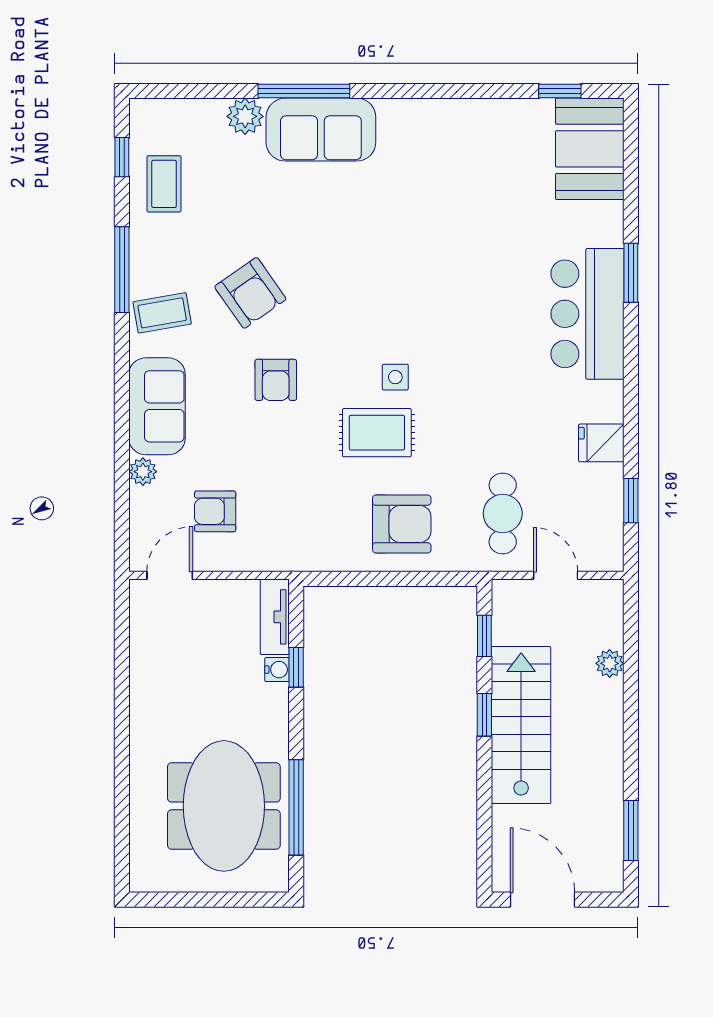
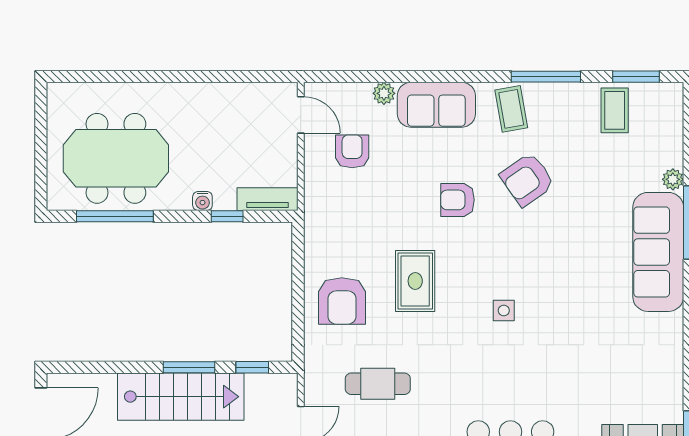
plant: (245, 116) -> (673, 179), width x0.73, depth x0.73
sofa: (321, 130) -> (658, 252), width x1.36
window: (122, 157) -> (636, 77), width x1.50
coffee table: (164, 184) -> (615, 110), turned 90
side table: (395, 377) -> (504, 310), moved
cafe table: (503, 513) -> (378, 384), moved
water cooler: (277, 670) -> (202, 201), moved
window: (484, 715) -> (189, 367), width x1.50

